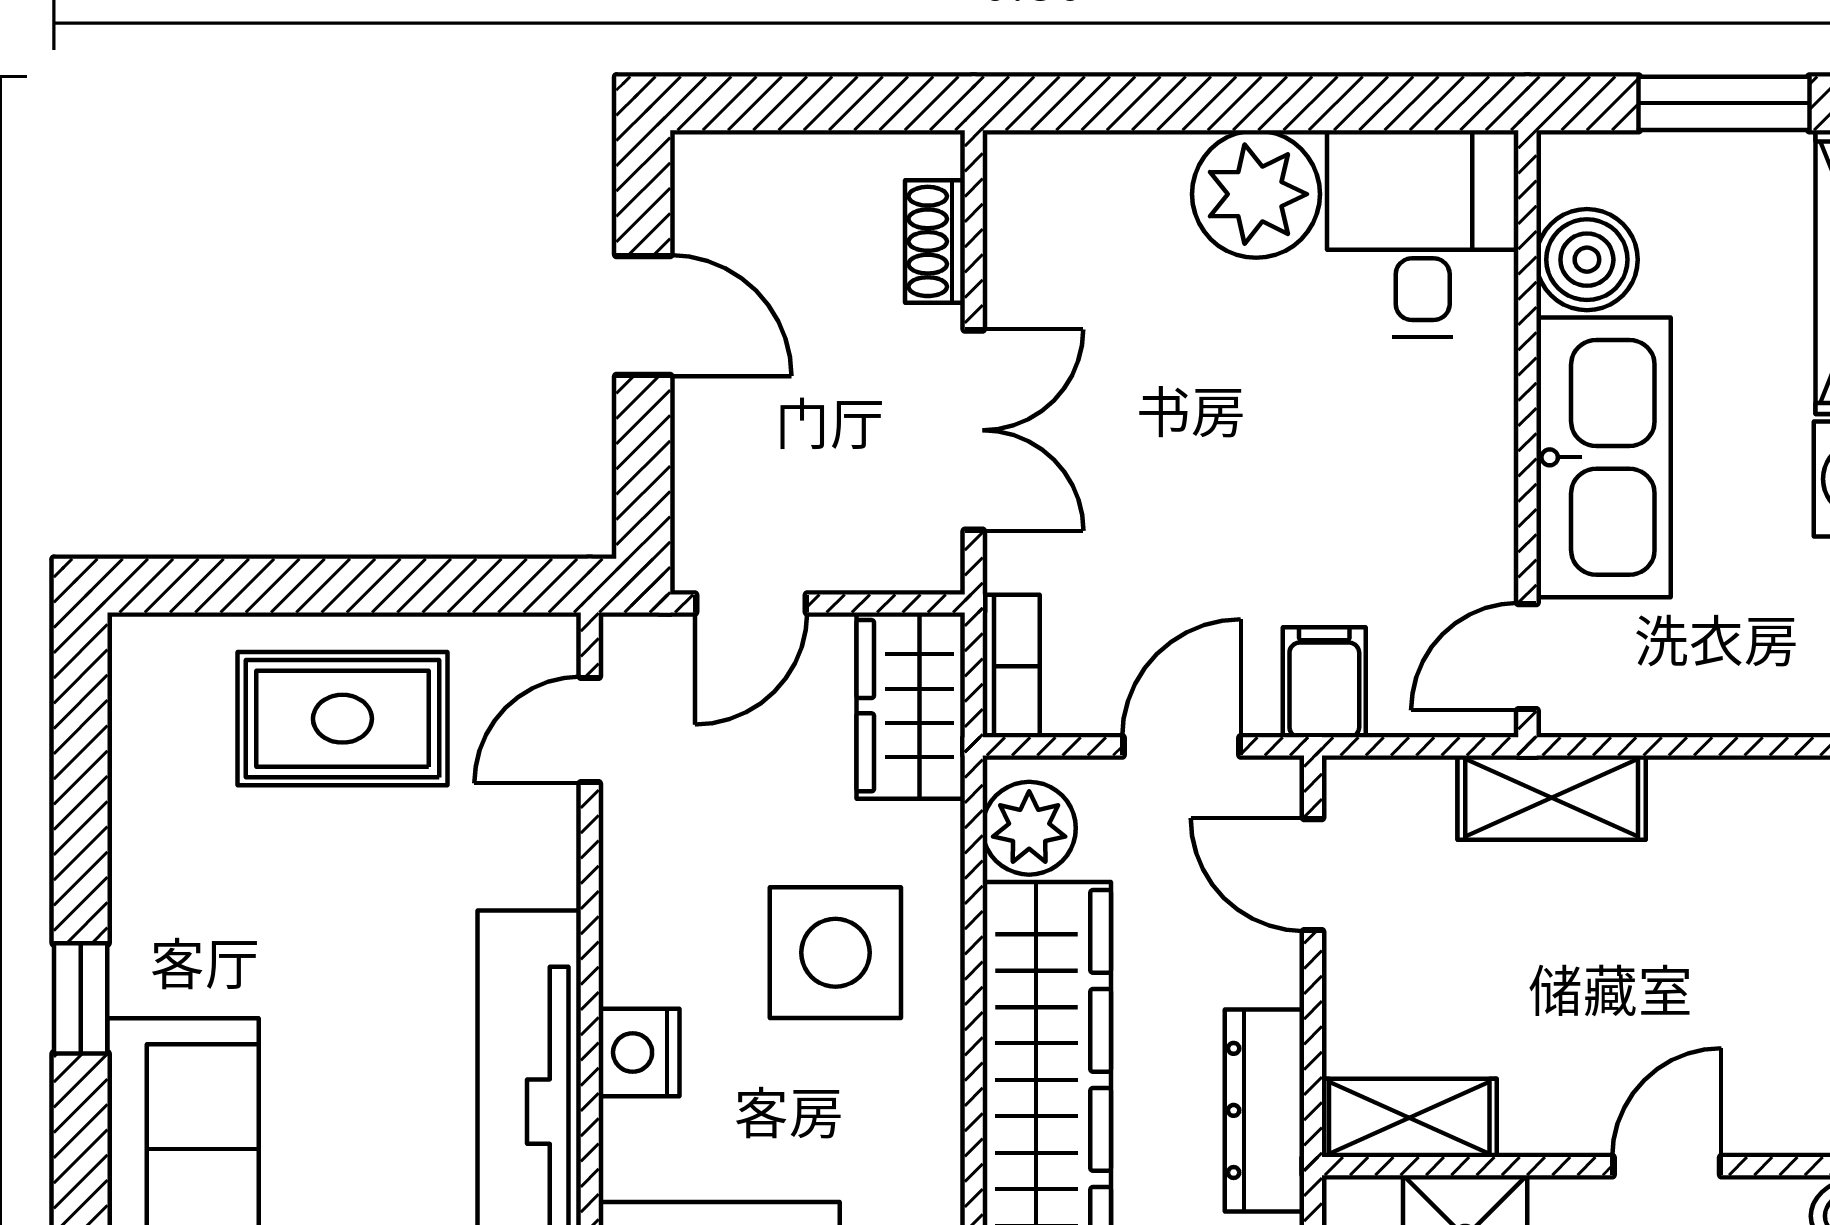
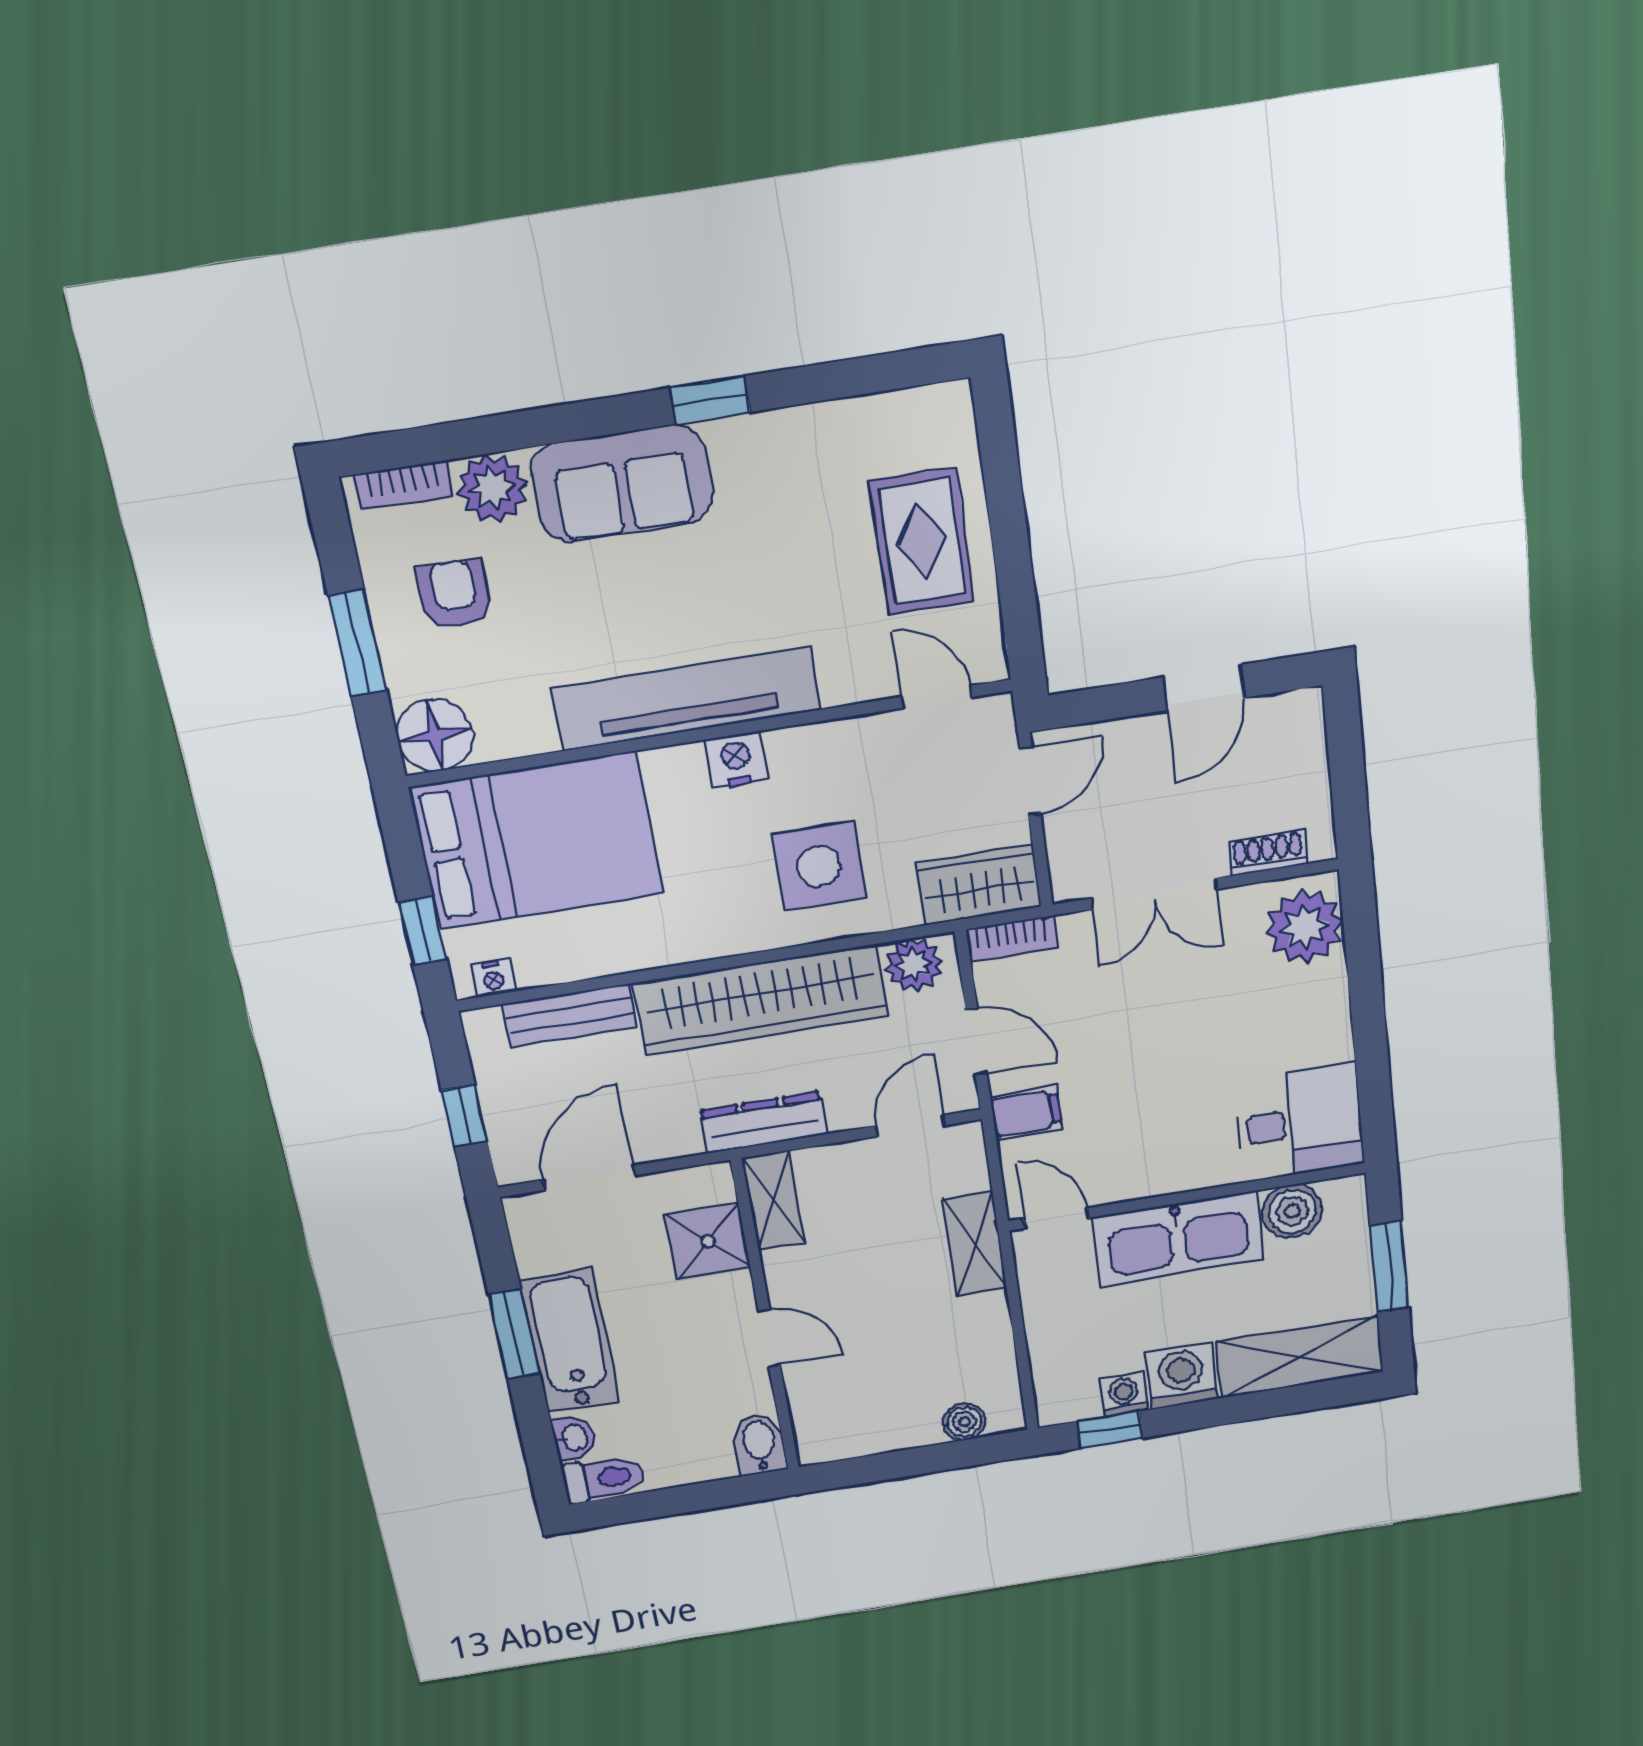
plant: (1256, 194) -> (1304, 927), moved
door: (751, 604) -> (1030, 781), swing flipped

